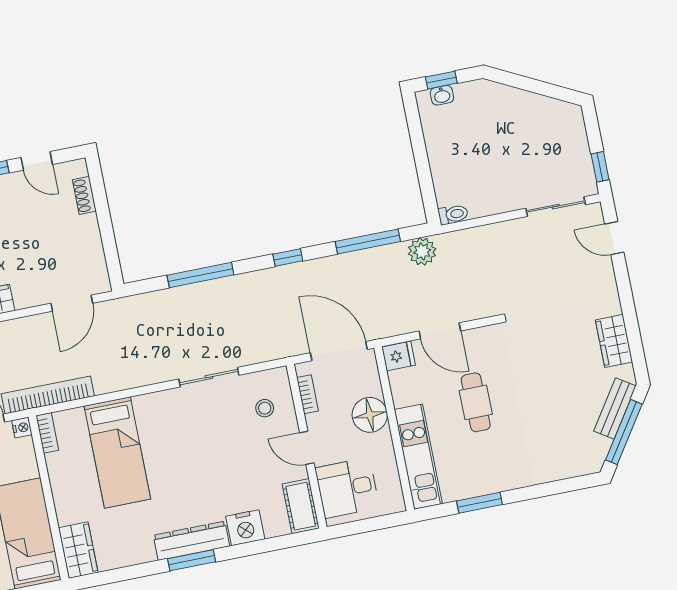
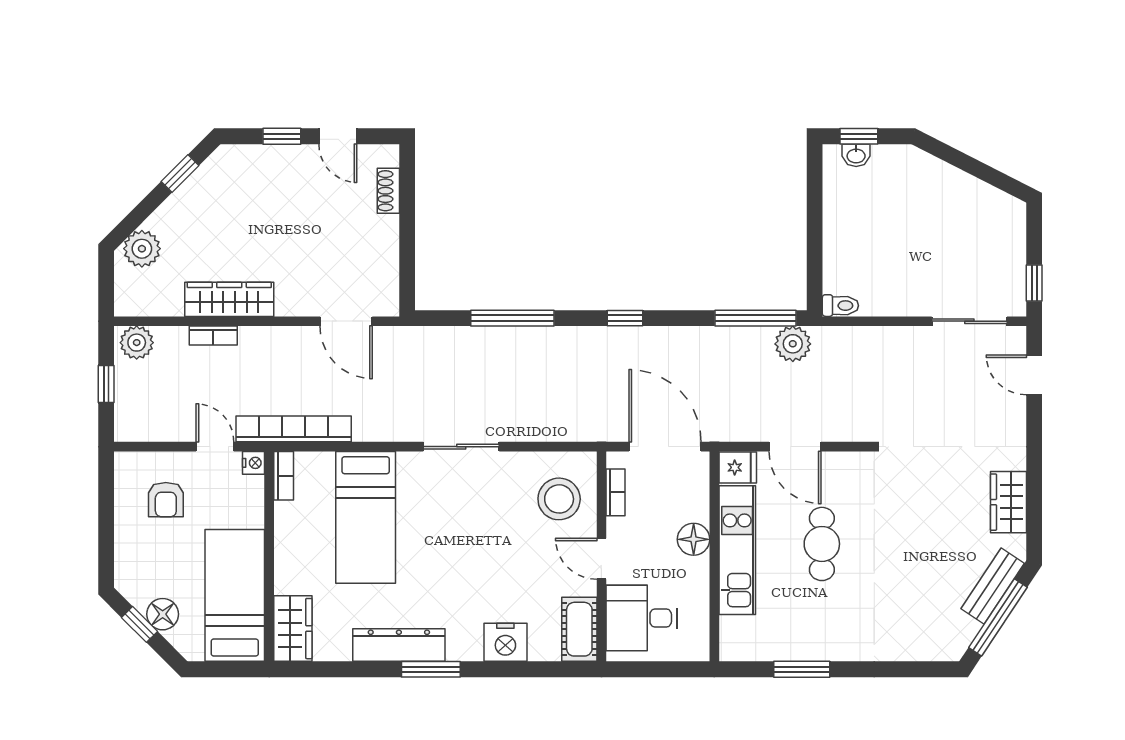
window: (368, 242) -> (756, 318), moved
door: (72, 303) -> (346, 321), hinge flipped
sliding door: (209, 377) -> (461, 447), moved
stool: (265, 408) -> (559, 499), width x1.89, depth x1.89
floor lamp: (370, 415) -> (694, 539), width x0.73, depth x0.73
kitchen unit: (418, 457) -> (737, 550), moved
dresser: (191, 541) -> (399, 645), moved

